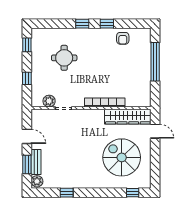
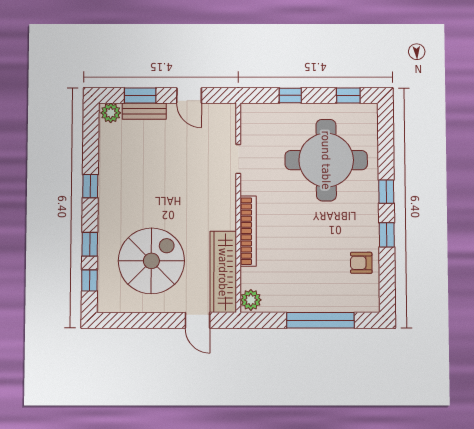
round table: (64, 58) -> (326, 160), width x1.86, depth x1.86
plant: (49, 101) -> (251, 300), moved
door: (155, 131) -> (197, 320), hinge flipped
door: (27, 136) -> (189, 95), hinge flipped
window: (67, 193) -> (90, 186), moved
window: (112, 193) -> (90, 244), added

